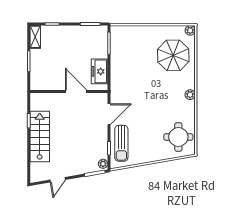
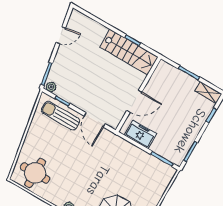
stairs: (40, 137) -> (129, 52), moved
door: (58, 180) -> (61, 35), swing flipped

